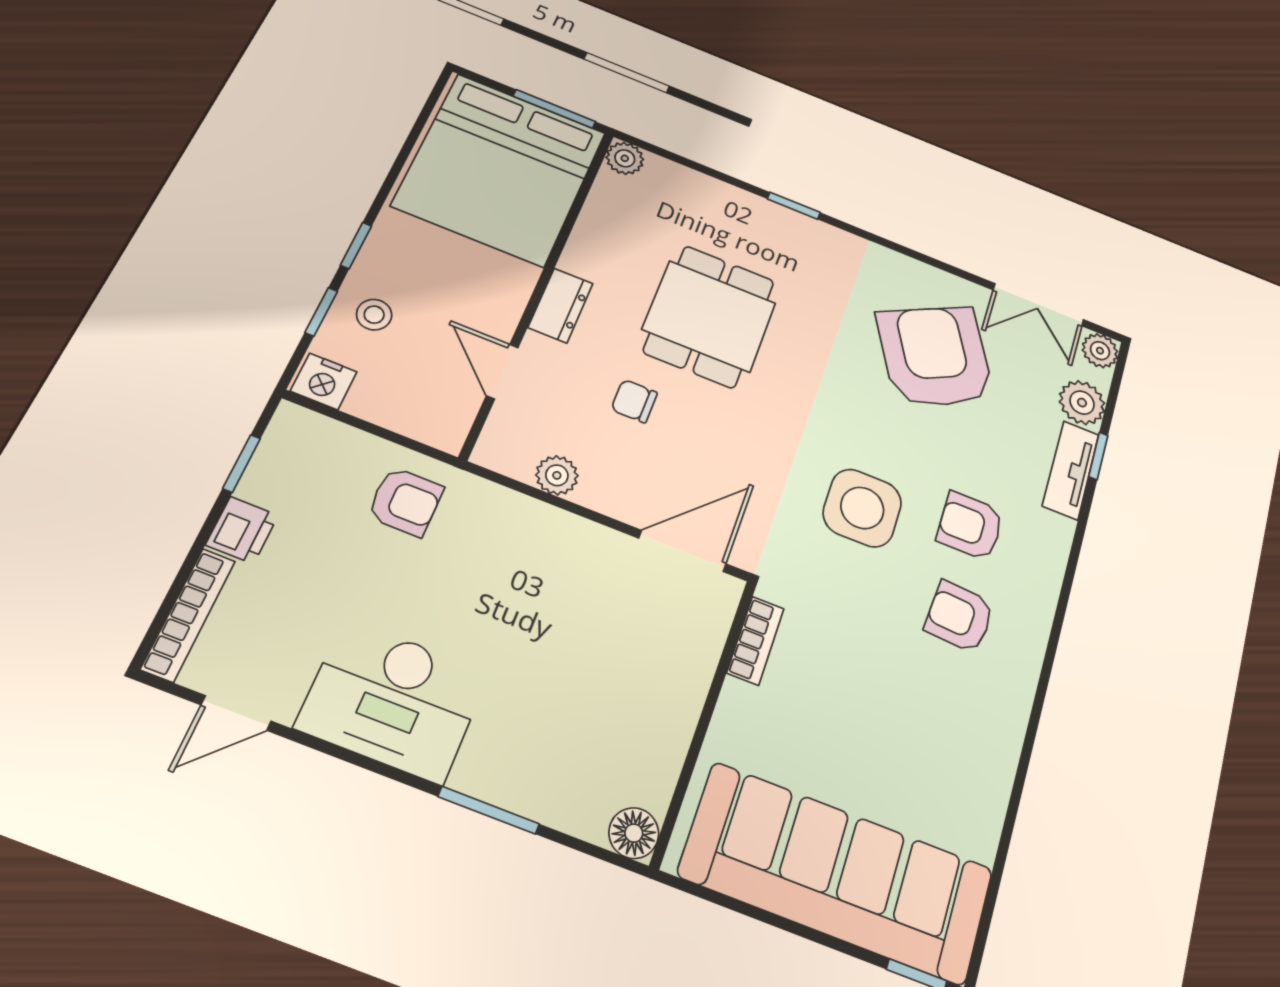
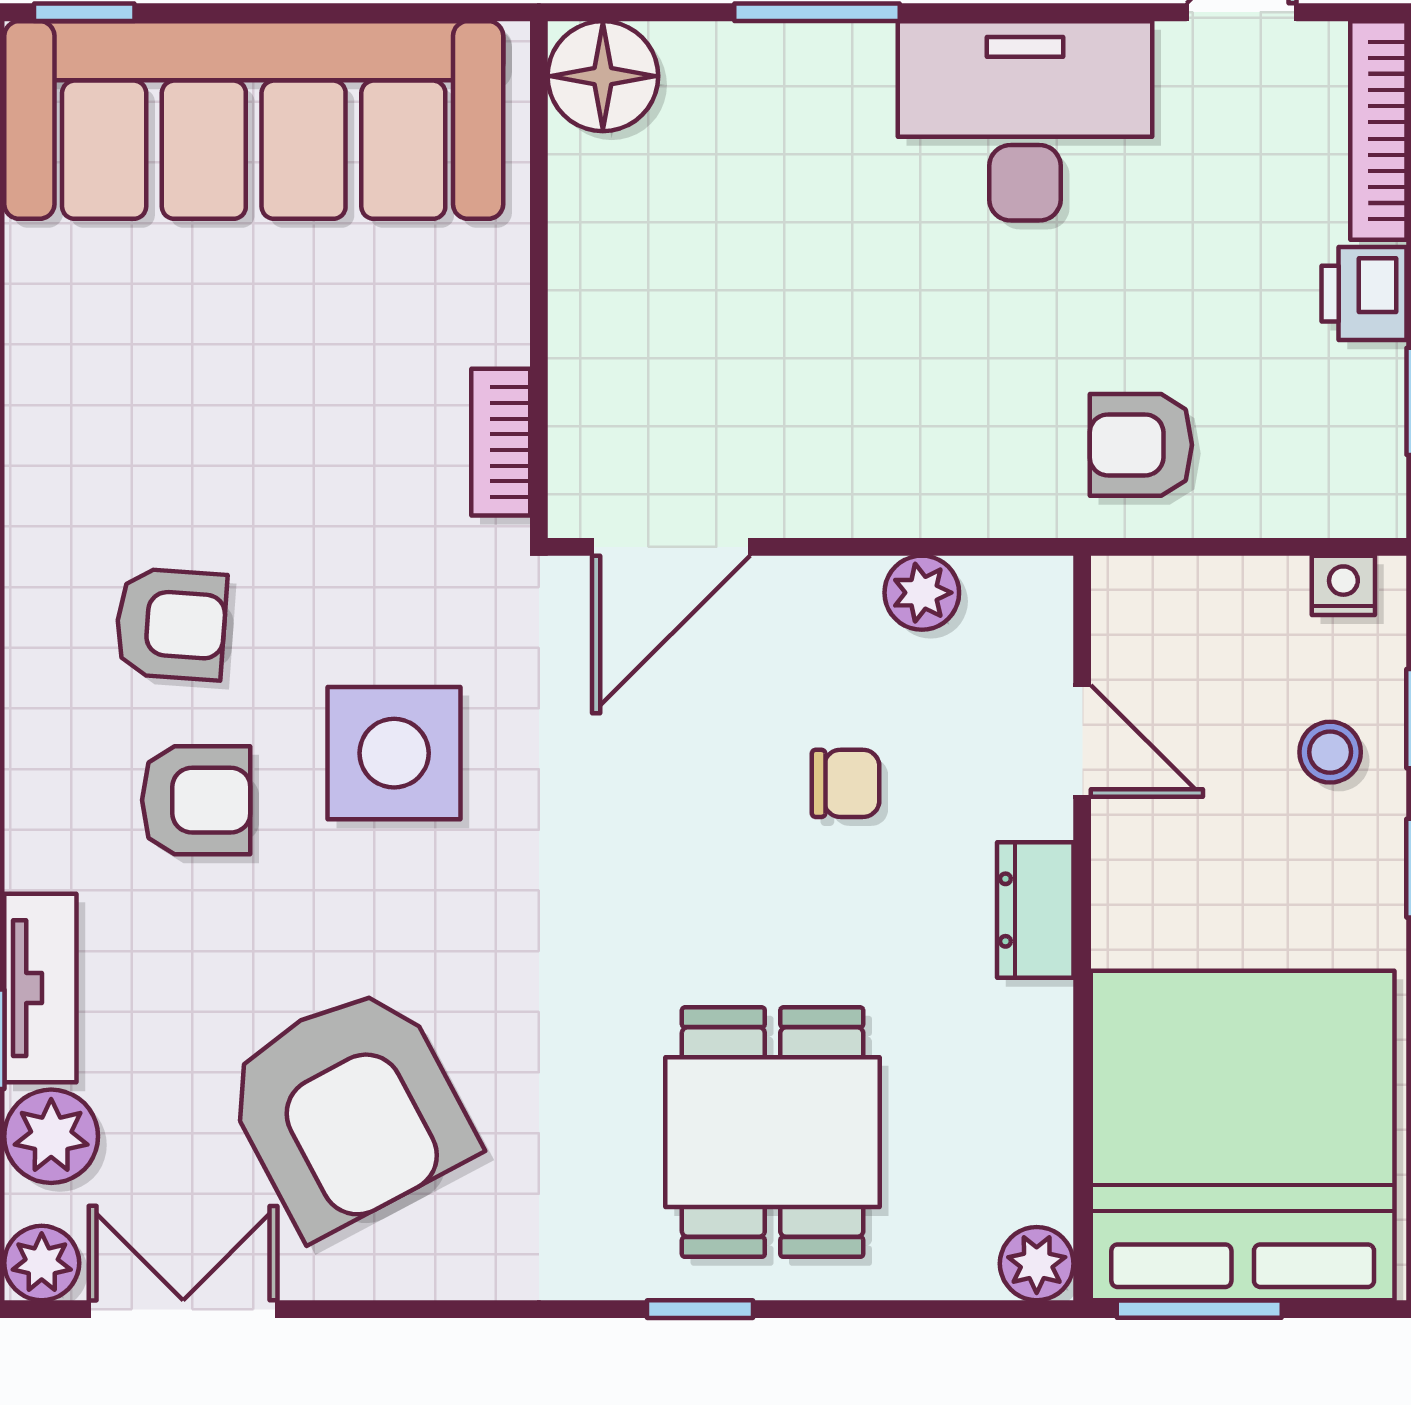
dining table: (709, 316) -> (773, 1132), moved
nightstand: (324, 381) -> (1343, 585), width x0.72, depth x0.74
floor lamp: (634, 833) -> (603, 76), width x1.38, depth x1.38

